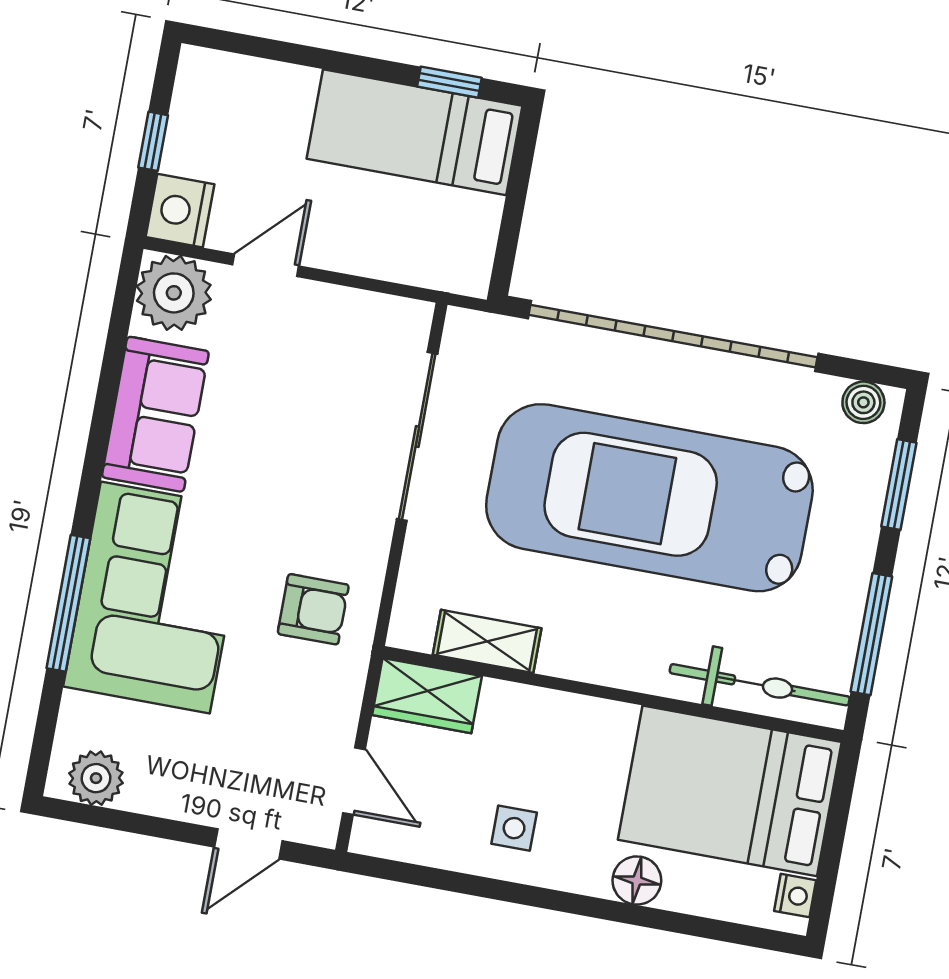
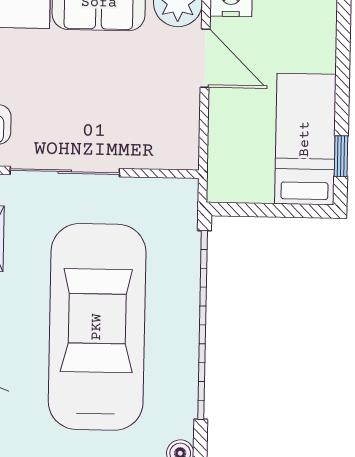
door: (266, 265) -> (205, 58), width x1.38
sliding door: (417, 437) -> (65, 172), moved

